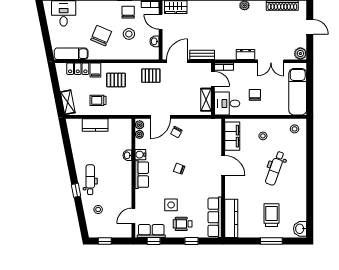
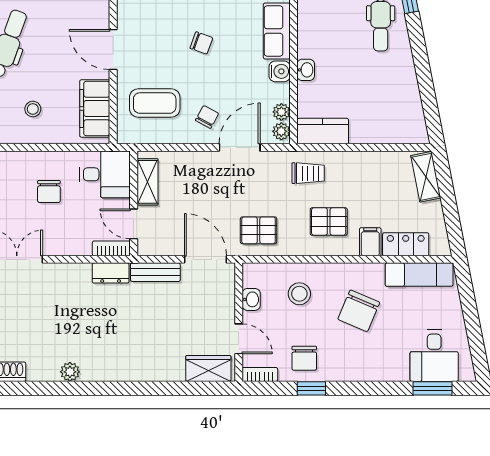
stool: (129, 34) -> (299, 294), moved
dresser: (245, 54) -> (111, 273), moved
door: (177, 61) -> (205, 259), swing flipped
trolley: (98, 100) -> (308, 173), moved
kitchen counter: (95, 125) -> (323, 131), moved
coffee table: (202, 139) -> (155, 103), added

